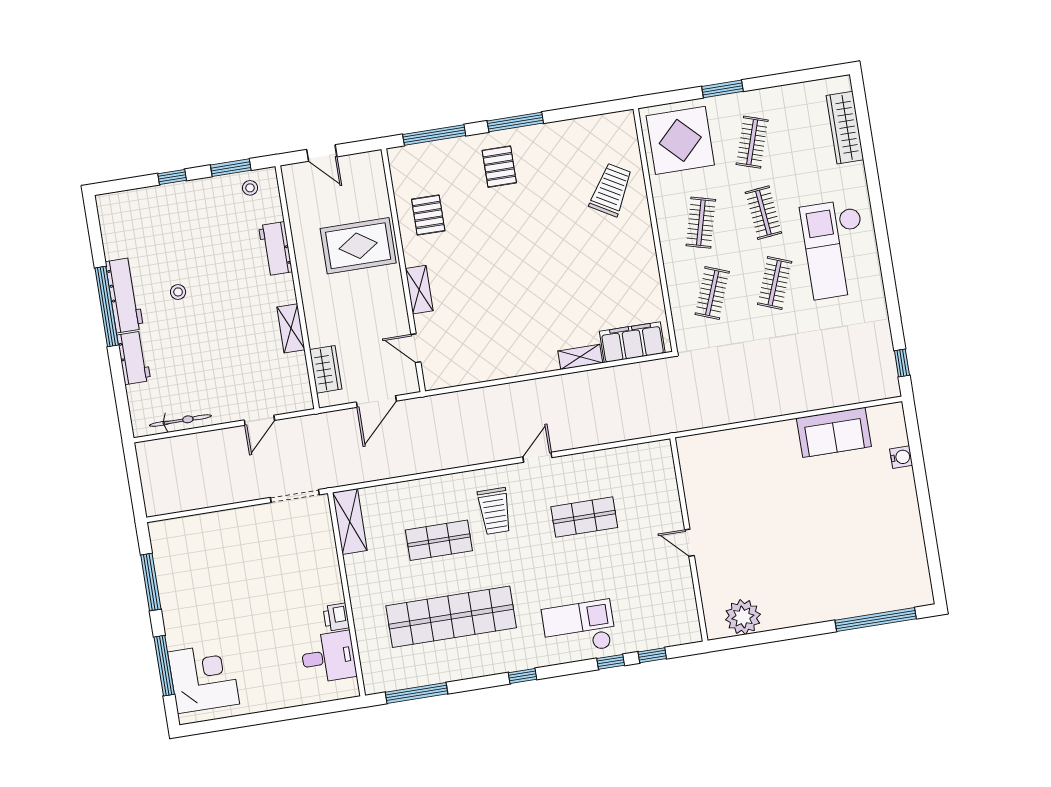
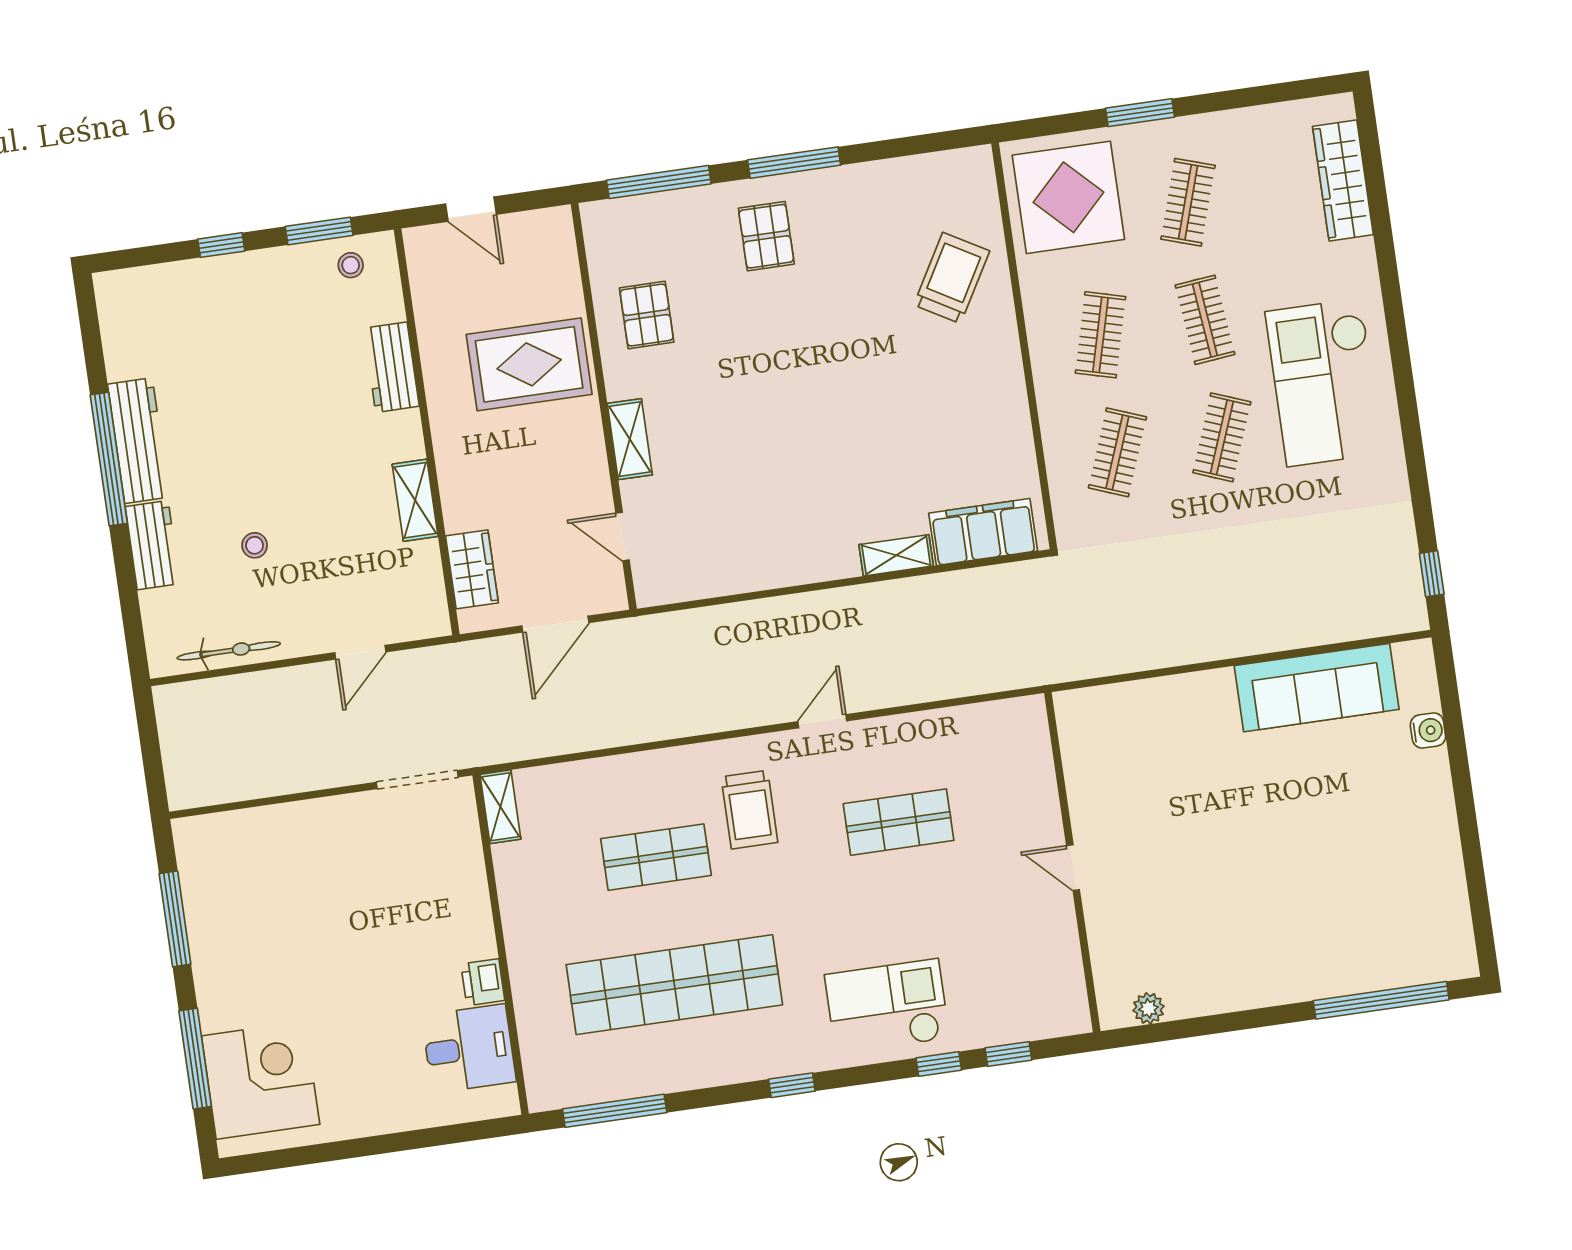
stool: (178, 292) -> (255, 545), moved
sofa: (834, 432) -> (1317, 688), width x1.36
shelving: (350, 521) -> (500, 807), width x0.67, depth x0.75
plant: (743, 617) -> (1148, 1008), width x0.53, depth x0.53

